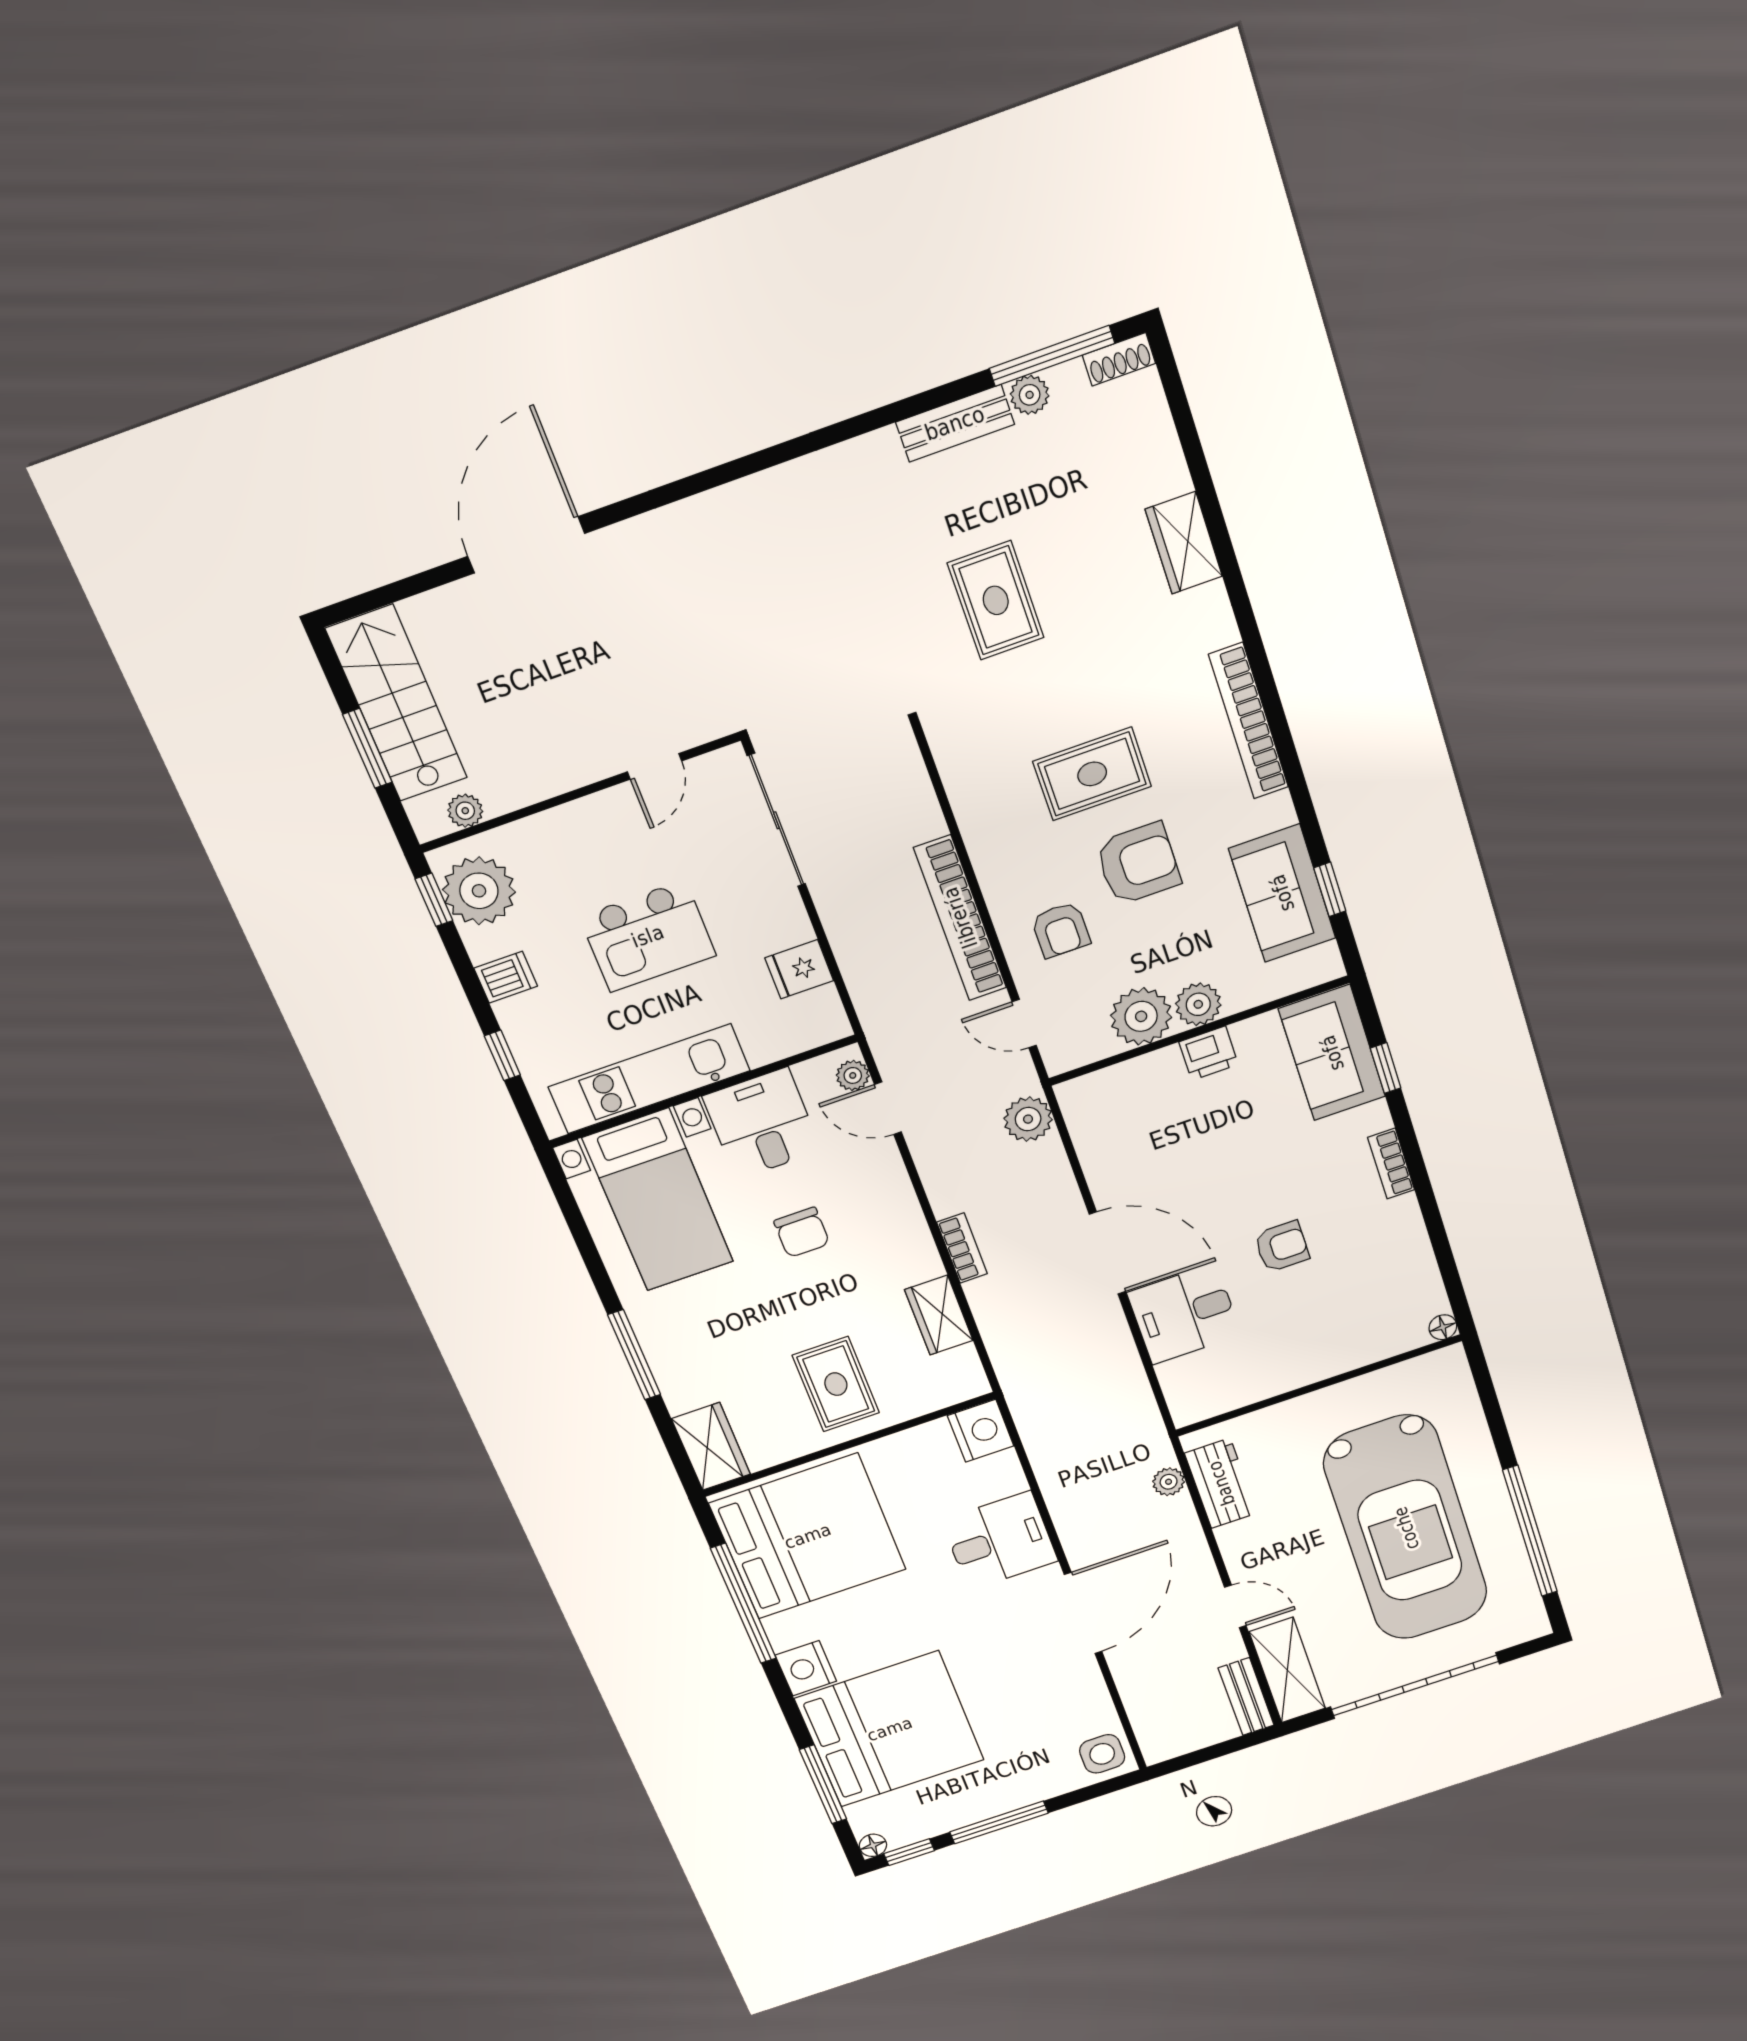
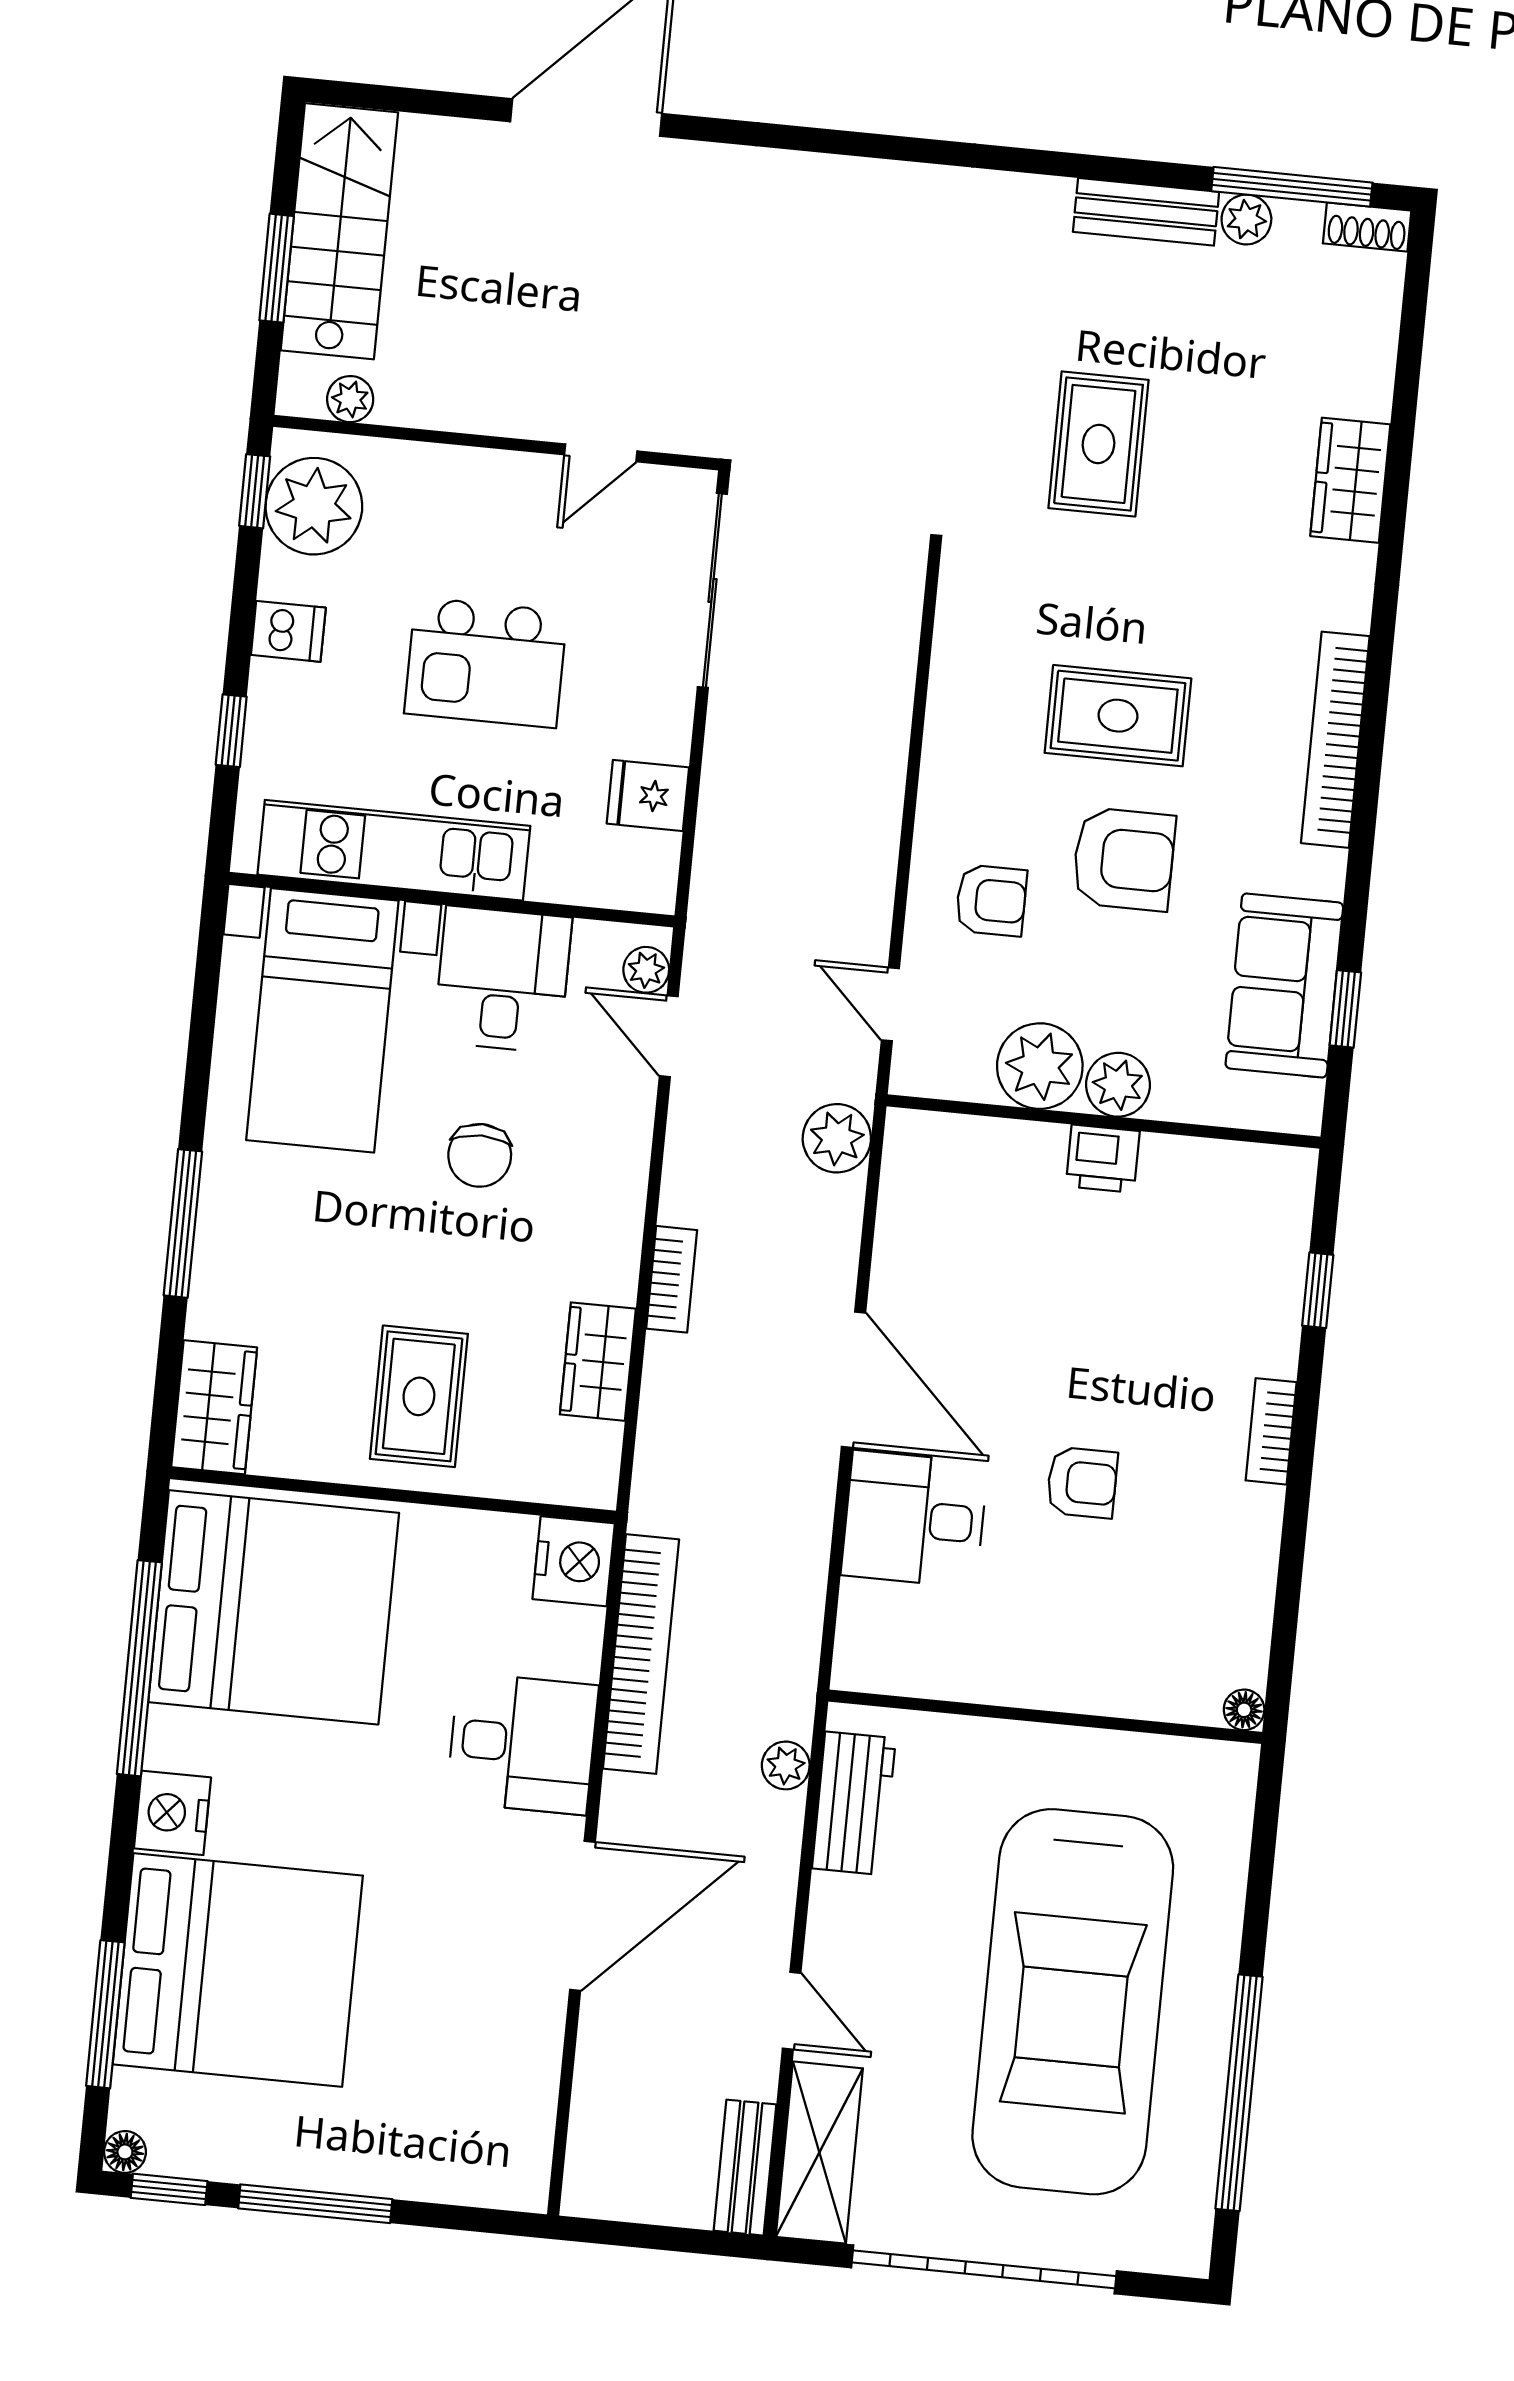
bookcase: (960, 918) -> (641, 1654), moved, turned 180
armchair: (1061, 930) -> (991, 900), turned -90
sofa: (1332, 1053) -> (1258, 1235), removed
side table: (1102, 1754) -> (507, 2161), removed

